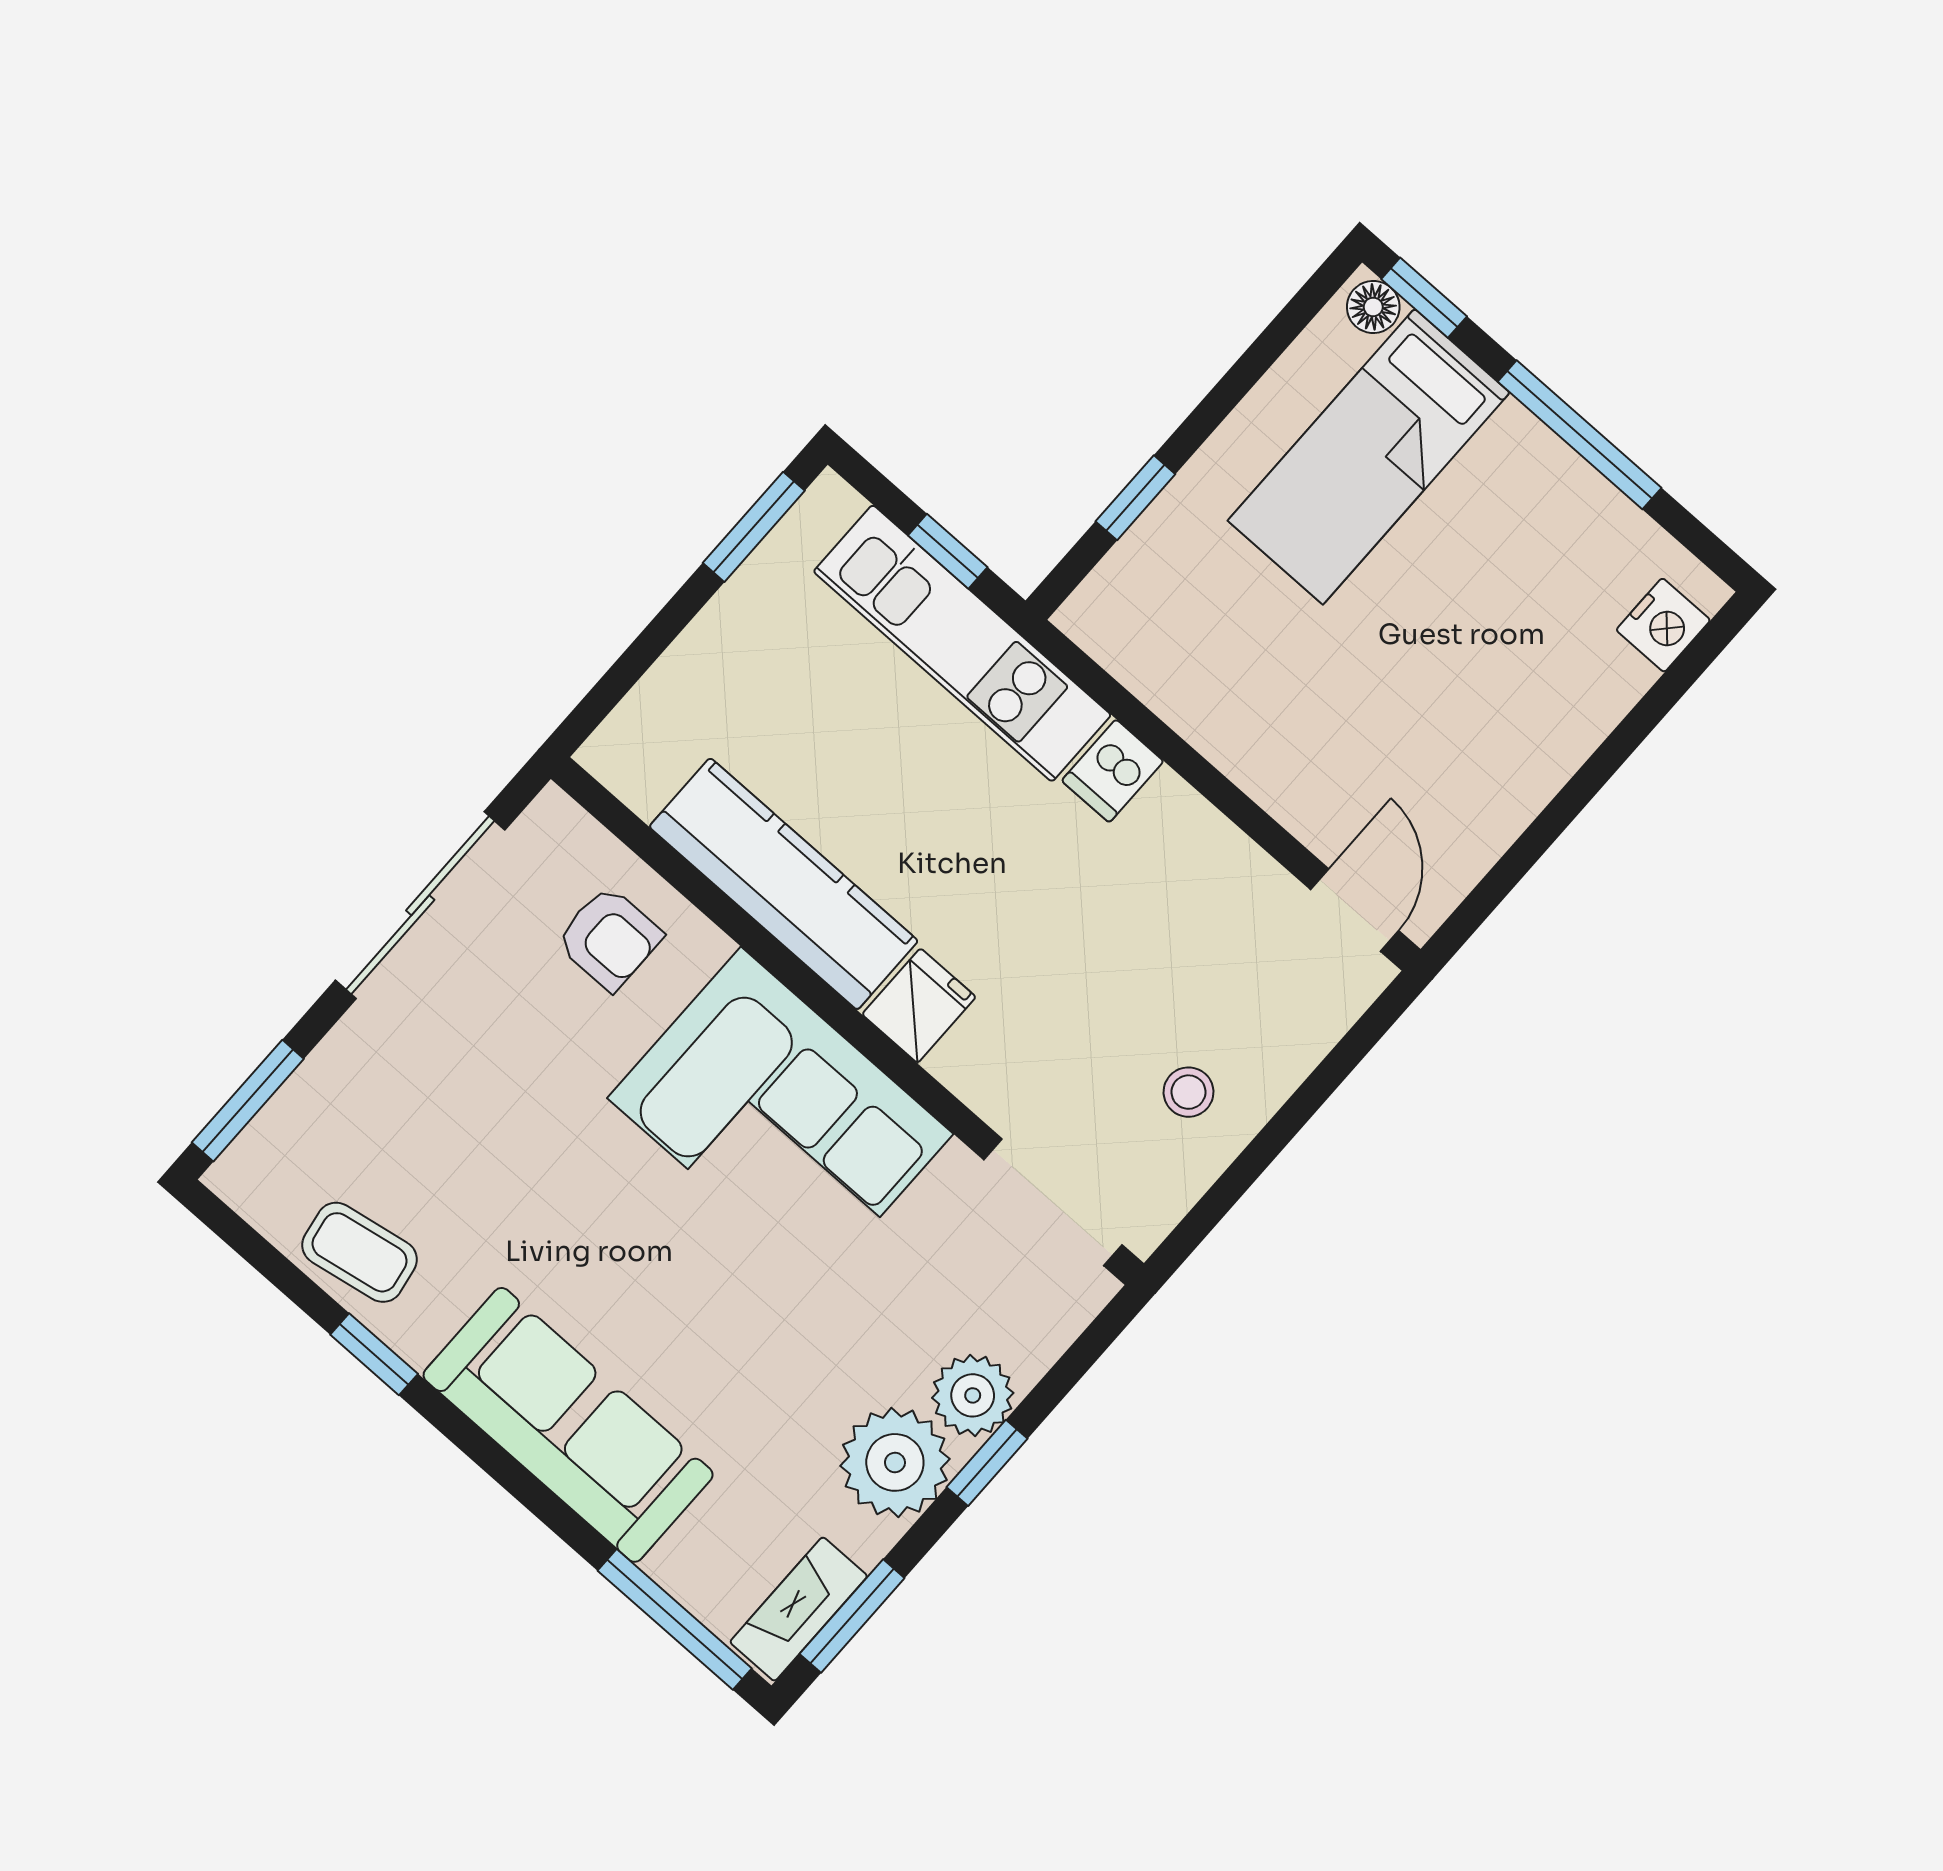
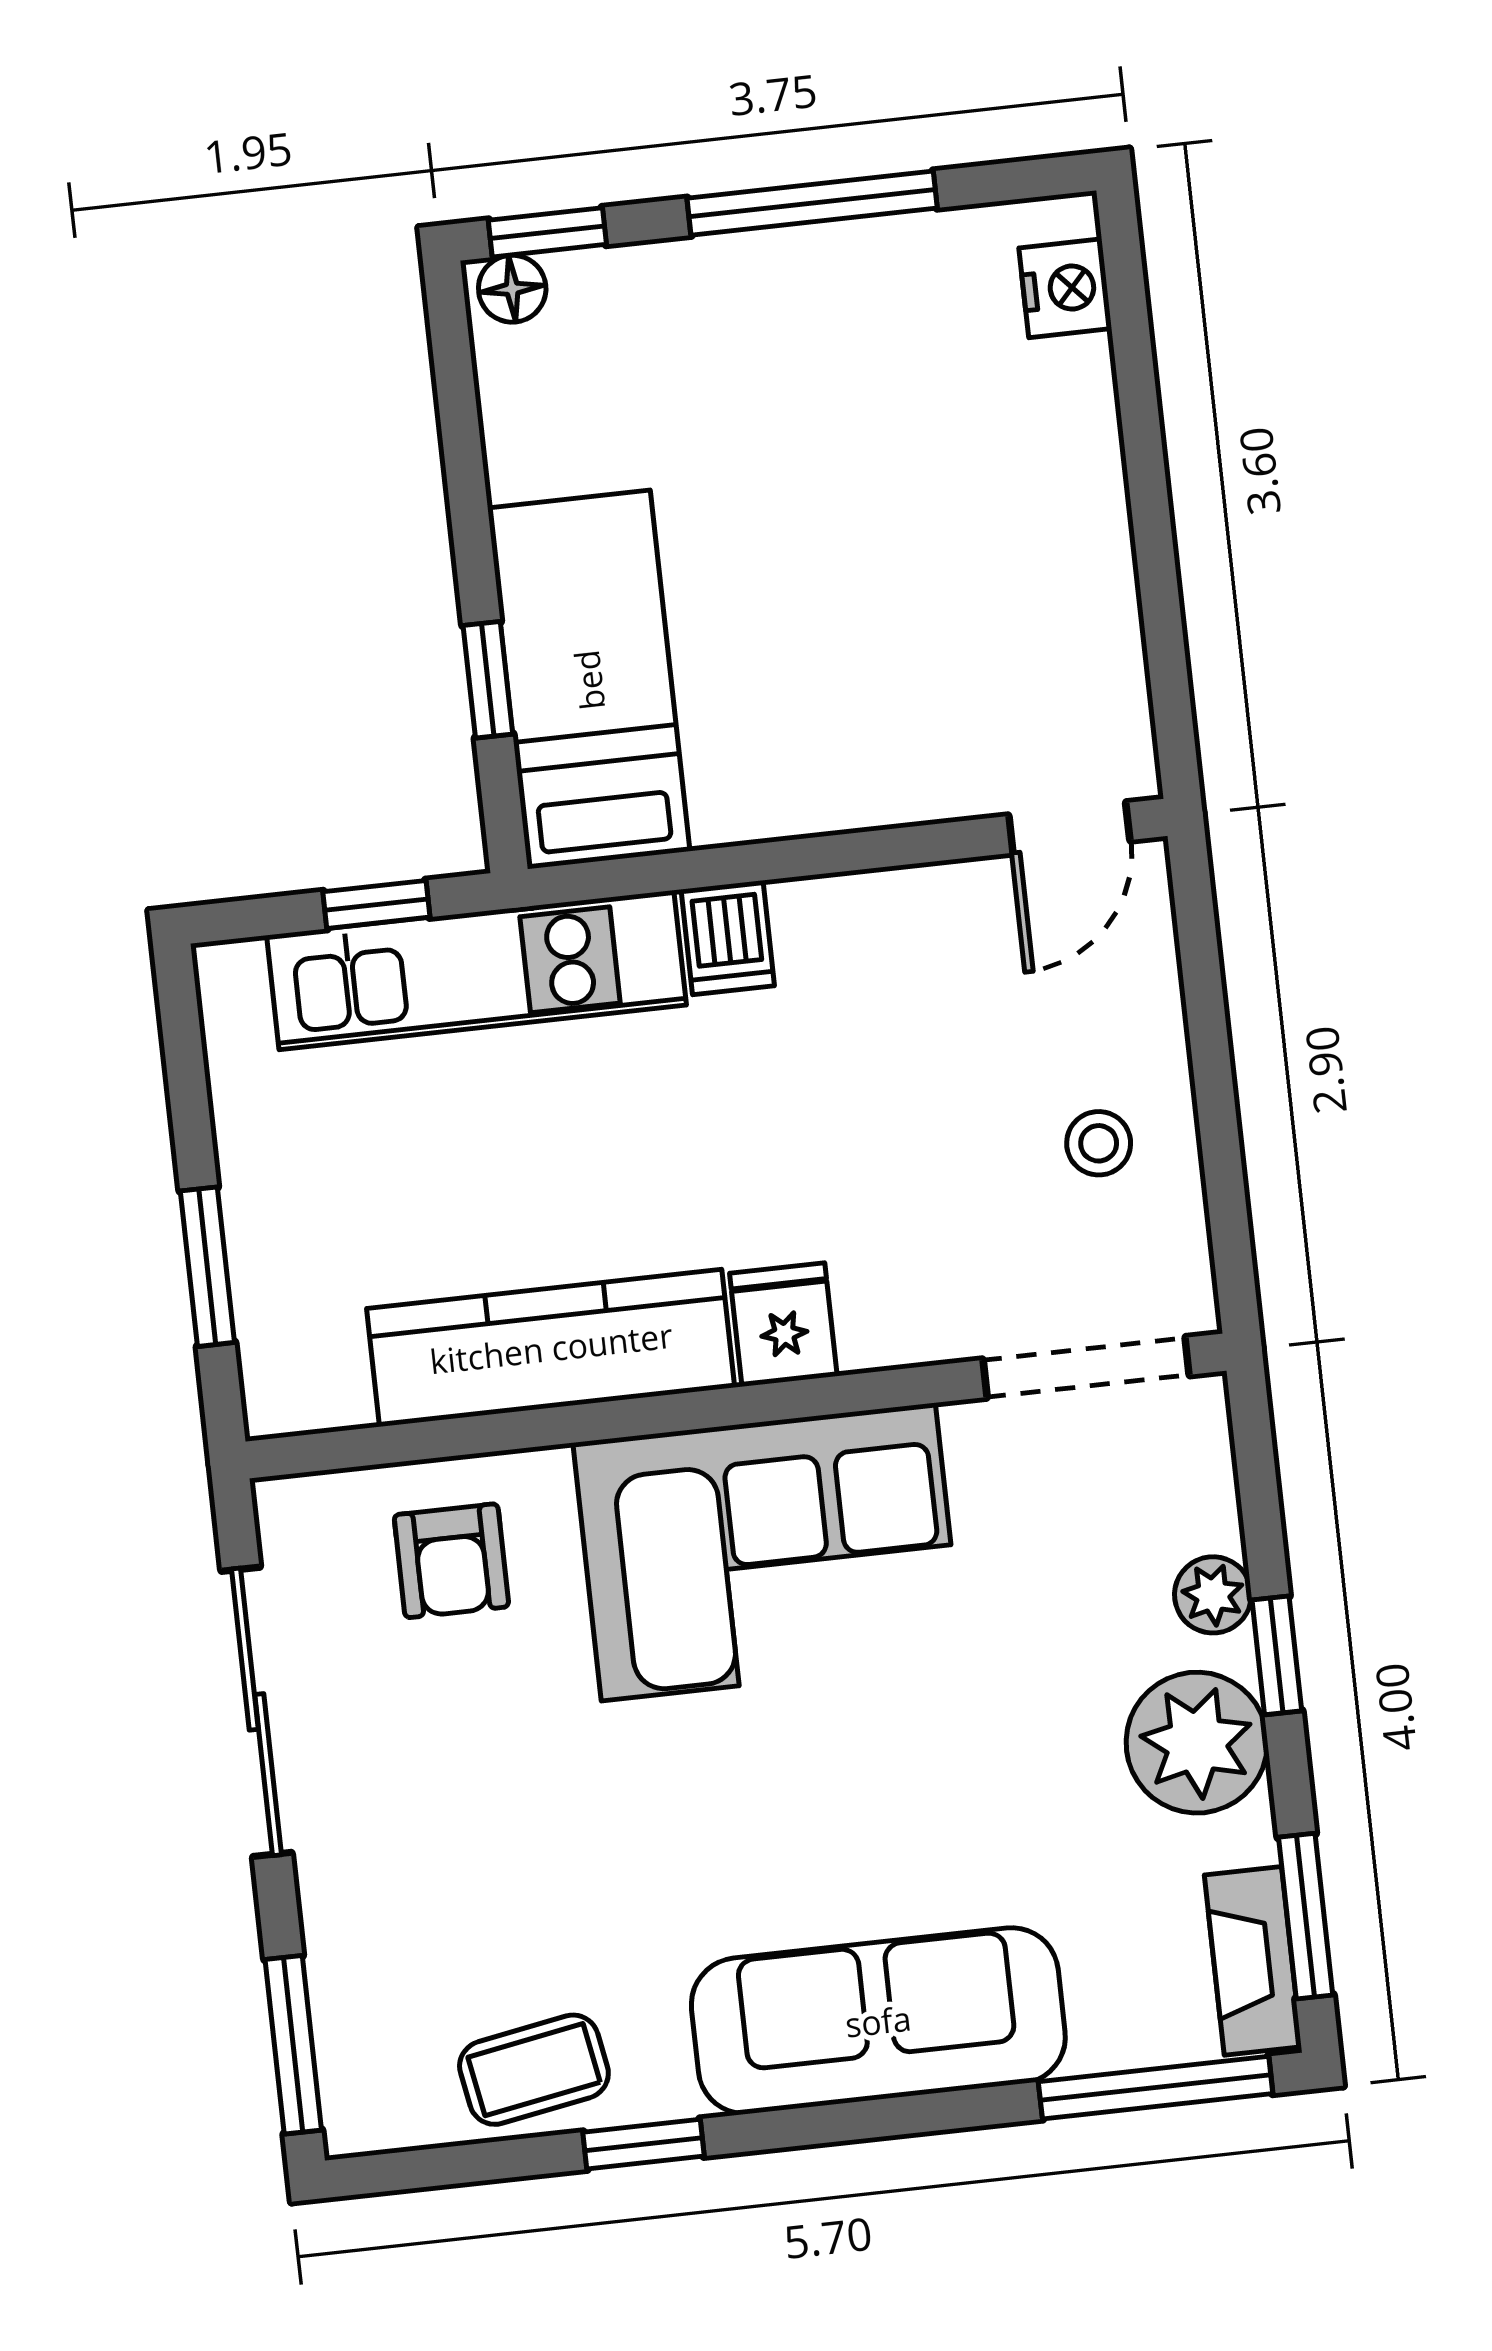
bed: (1369, 457) -> (589, 680), moved, turned 180
window: (754, 527) -> (207, 1267), moved
door: (1355, 910) -> (1069, 828), swing flipped
armchair: (609, 938) -> (451, 1561), turned 90
plant: (973, 1395) -> (1213, 1595), width x0.73, depth x0.73

